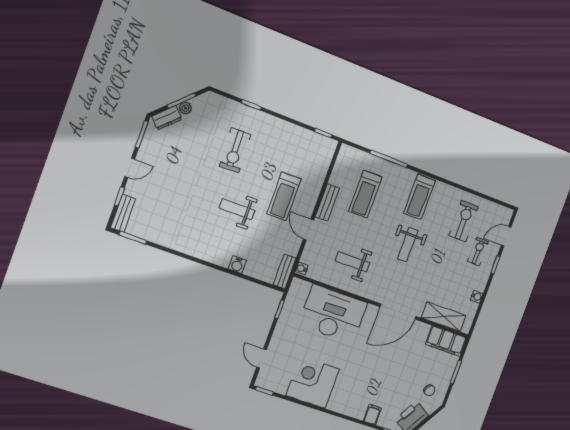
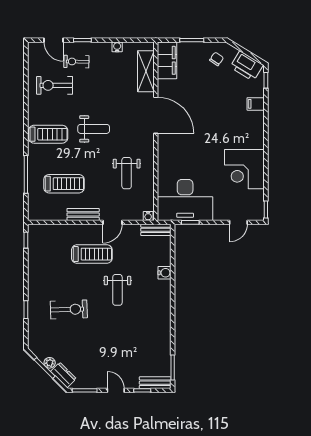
desk: (333, 314) -> (185, 200), moved, turned -90

